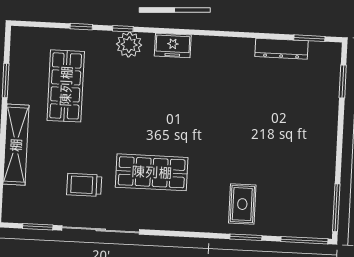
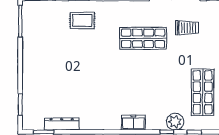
plant: (129, 45) -> (175, 122), moved
rug: (242, 204) -> (82, 20), turned 90

